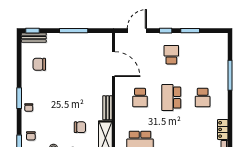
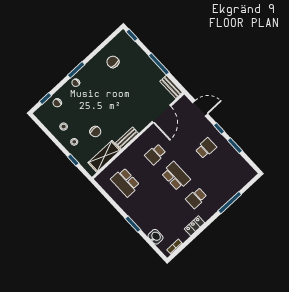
bench: (34, 38) -> (171, 87), moved
school desk: (171, 98) -> (176, 176), turned 90
locker: (223, 129) -> (195, 226), moved

